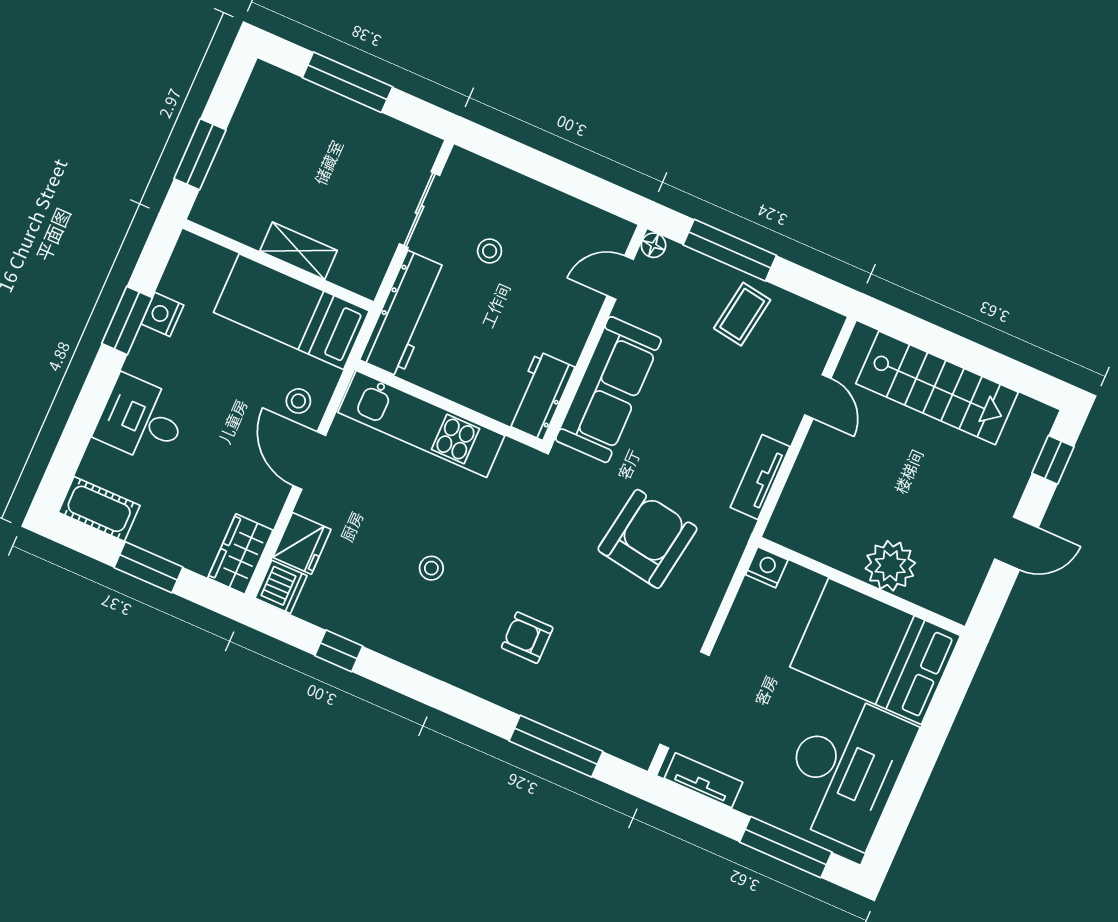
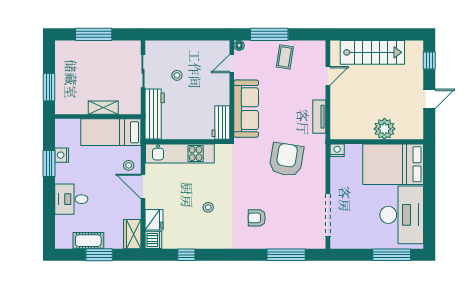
door: (818, 397) -> (328, 76), hinge flipped
cot: (99, 509) -> (88, 241), moved
tv unit: (703, 780) -> (349, 243), removed

